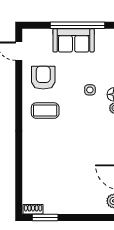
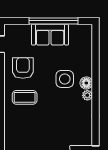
side table: (90, 90) -> (65, 79), width x1.87, depth x1.87

